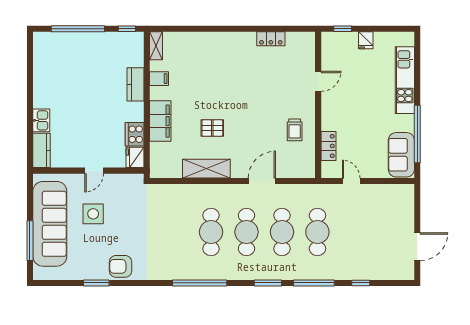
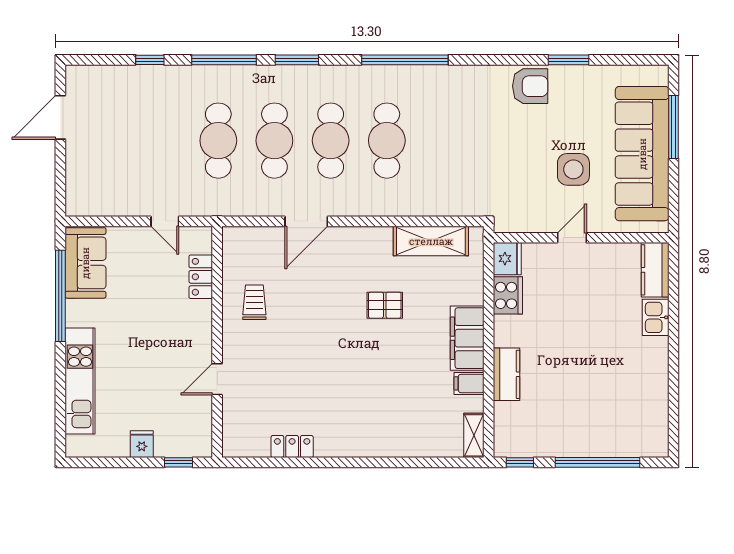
filing cabinet: (160, 121) -> (467, 338), moved
shelving: (206, 169) -> (431, 241), moved

